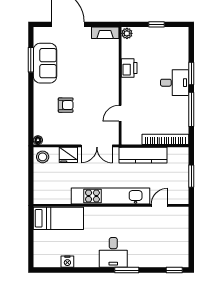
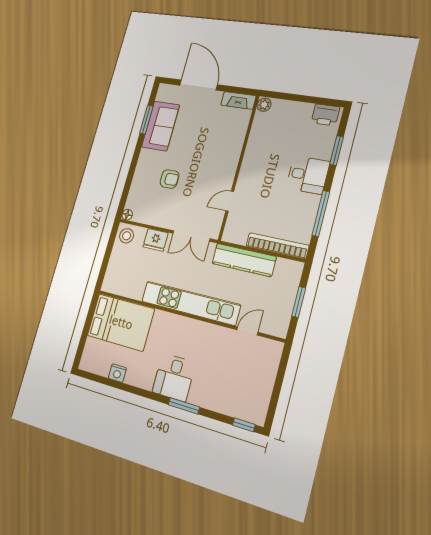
window: (157, 24) -> (303, 99), removed
printer: (129, 68) -> (325, 115), moved, turned 90
window: (191, 73) -> (337, 150), moved
bed: (58, 218) -> (121, 322), width x1.50

